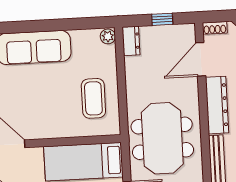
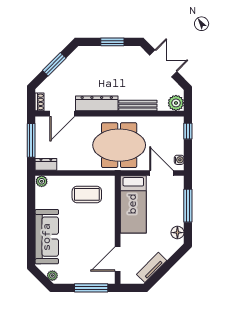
window: (162, 19) -> (31, 140), width x2.17
door: (201, 59) -> (62, 114), hinge flipped

